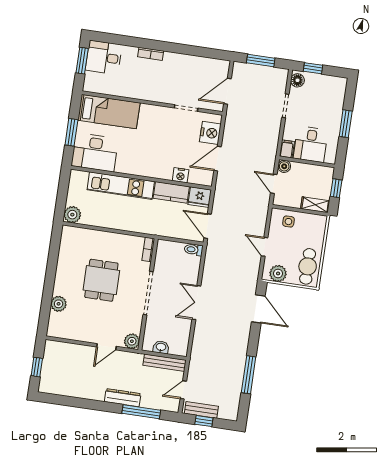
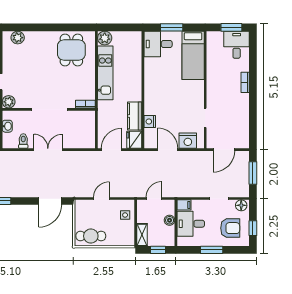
window: (313, 68) -> (253, 228), moved
door: (227, 91) -> (224, 150), swing flipped
armchair: (323, 98) -> (230, 228), added
desk: (95, 152) -> (158, 44), width x0.73
boiler: (284, 166) -> (170, 220), moved
kitchen unit: (121, 186) -> (105, 73), moved, turned 180
toilet: (194, 250) -> (23, 141), moved
plant: (278, 273) -> (81, 213), removed
dining table: (101, 280) -> (71, 50), moved, turned 90
plant: (59, 304) -> (18, 38), moved

